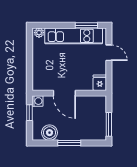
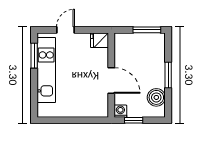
plant: (39, 33) -> (43, 109), removed
door: (64, 93) -> (111, 81), hinge flipped

